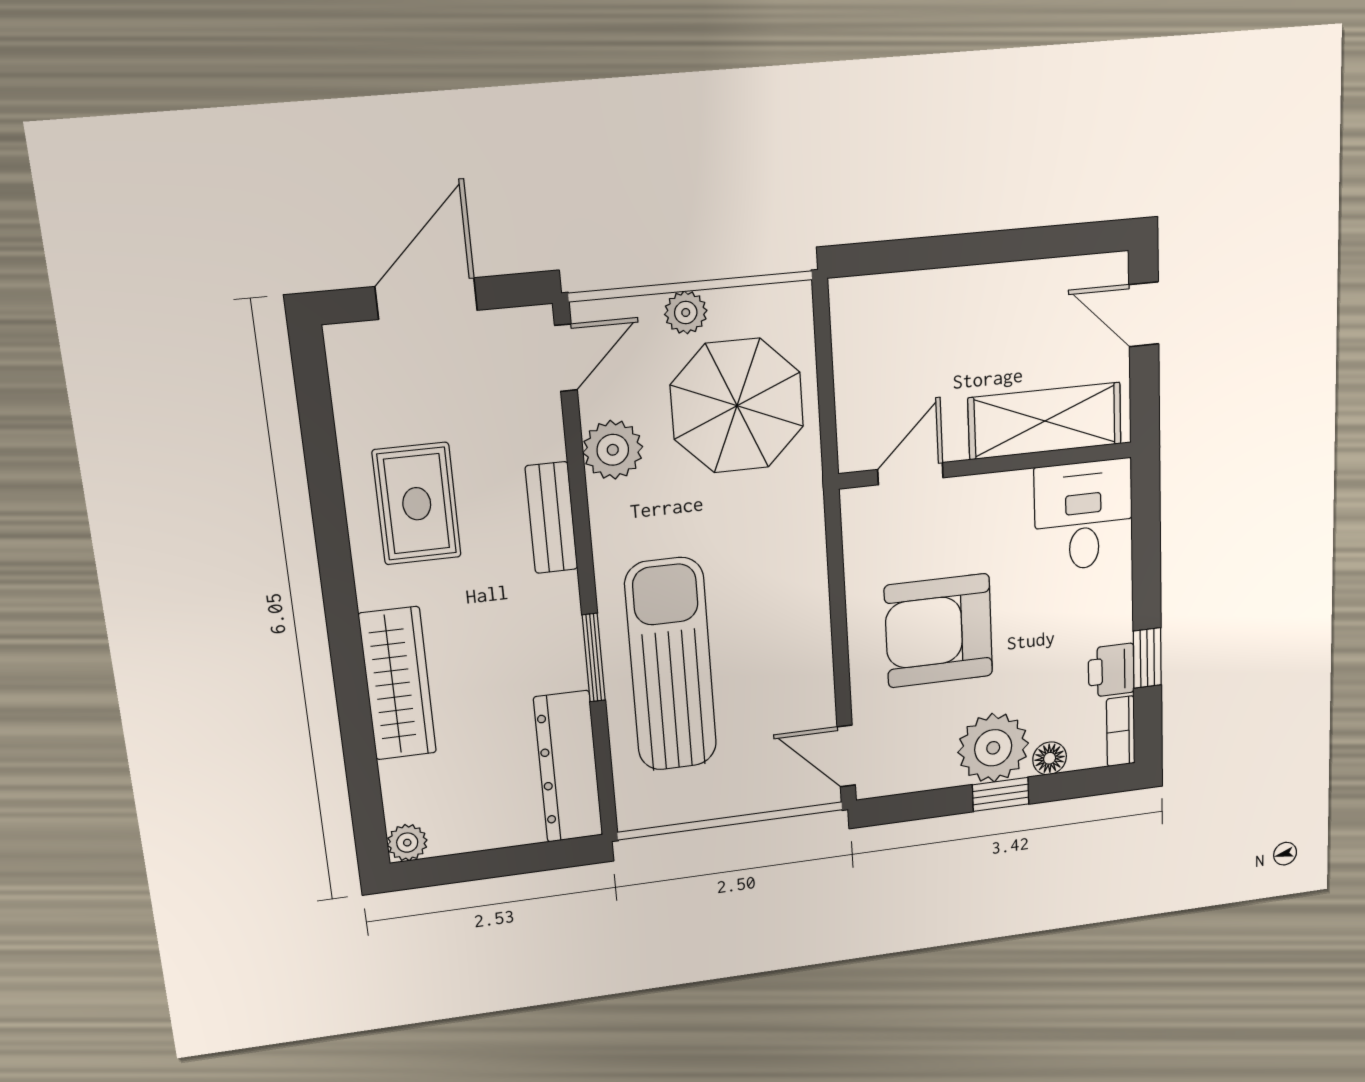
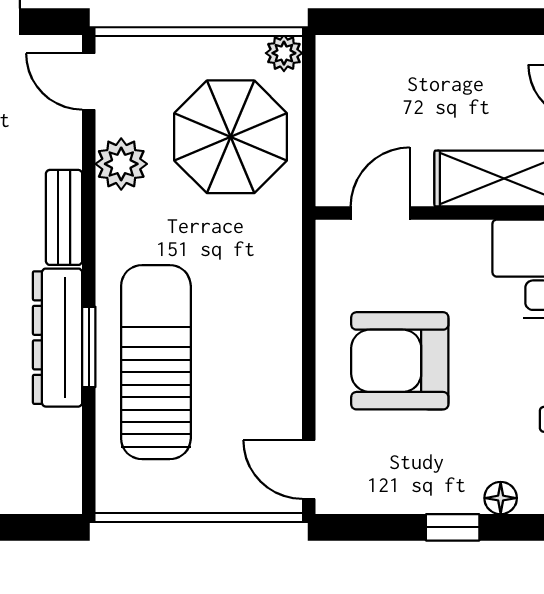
plant: (686, 312) -> (284, 53), moved
door: (566, 358) -> (89, 82), swing flipped
plant: (993, 748) -> (447, 480), removed
dresser: (568, 767) -> (58, 338), moved

